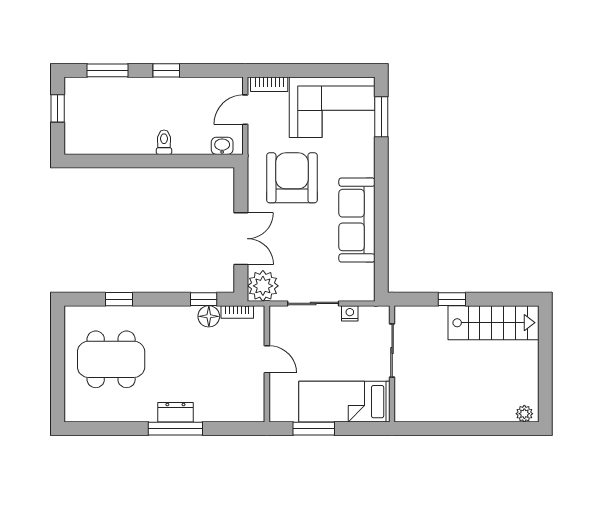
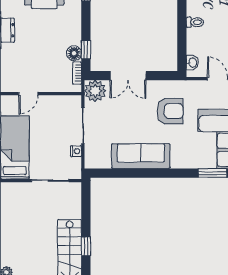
armchair: (292, 178) -> (170, 111), width x0.73, depth x0.73
window: (452, 299) -> (86, 246), moved
door: (267, 359) -> (28, 94), moved

